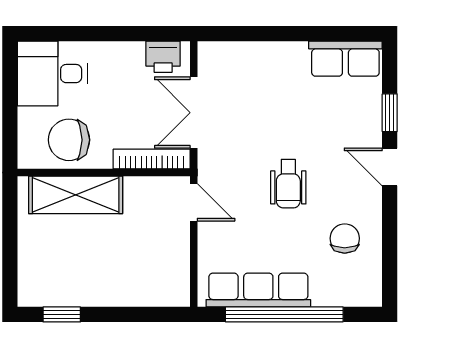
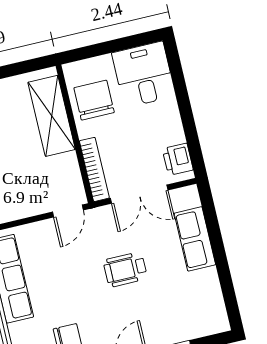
row of seats: (345, 59) -> (195, 239), moved
double door: (194, 113) -> (139, 194), swing flipped
wheelchair: (288, 184) -> (125, 269), moved

